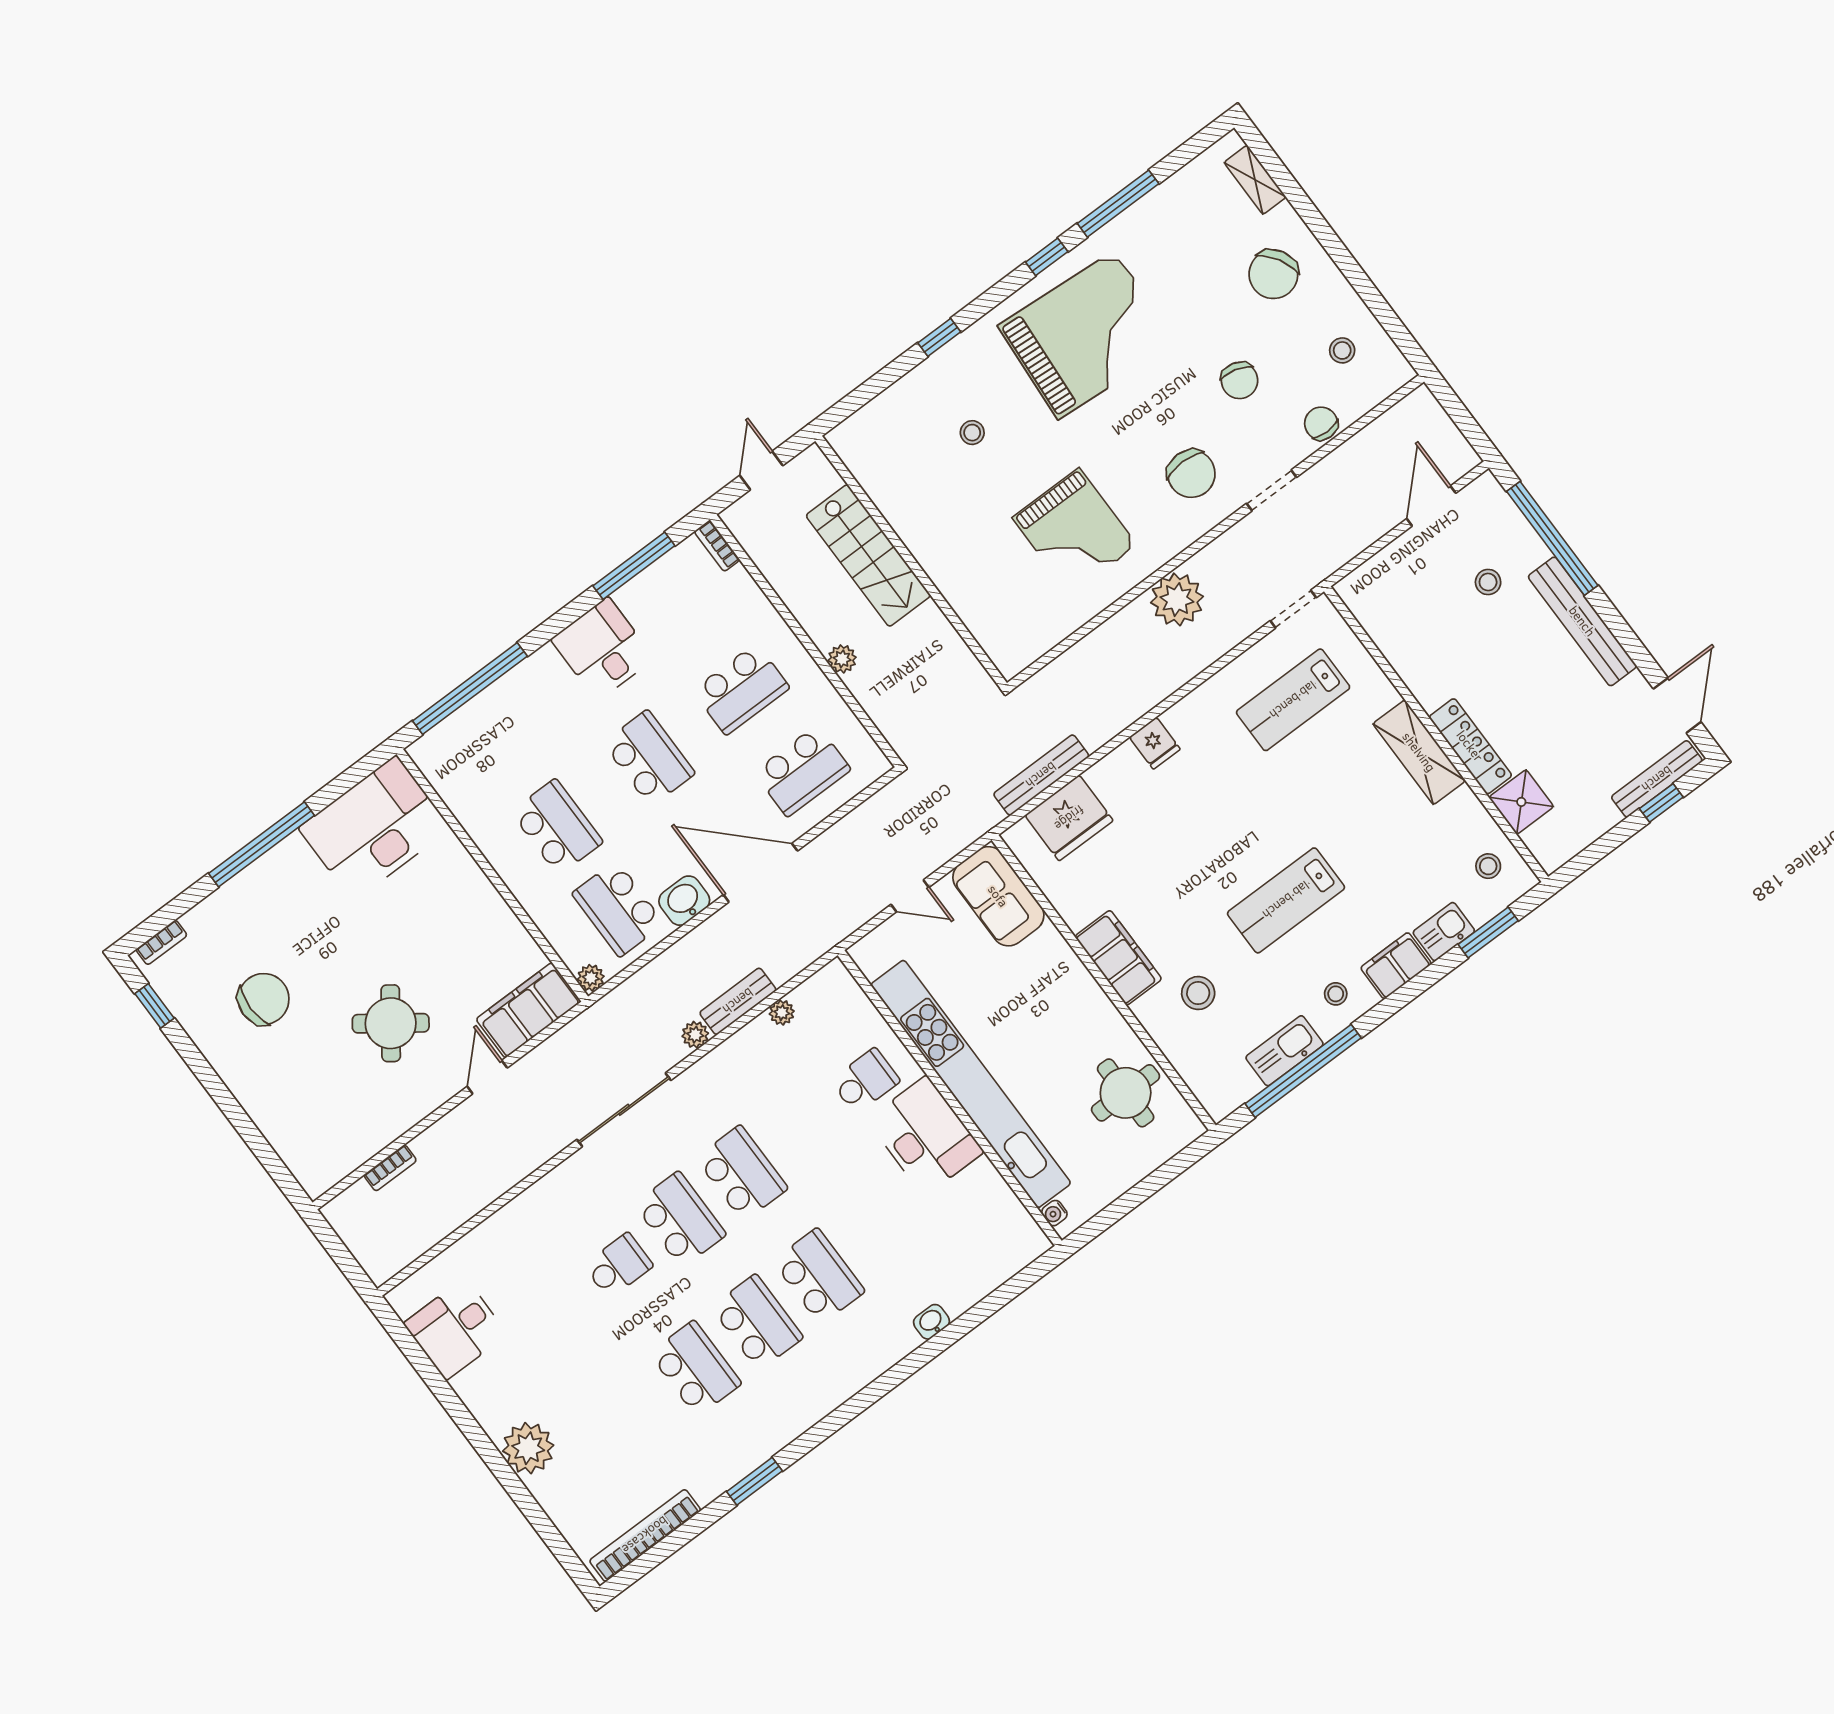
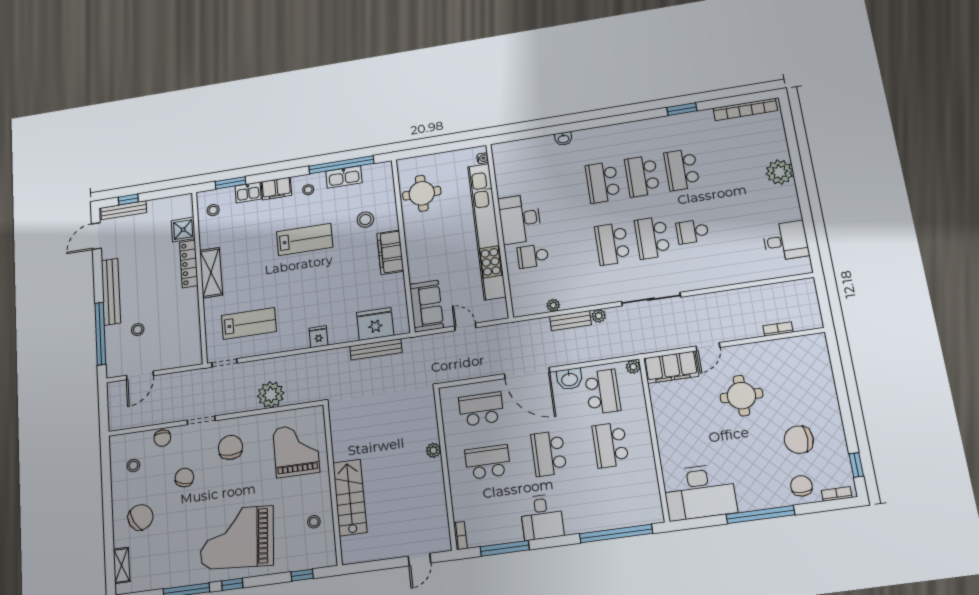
stairs: (868, 555) -> (350, 498), moved
wall: (911, 562) -> (333, 484), moved
chair: (222, 926) -> (801, 486), added
round table: (391, 1023) -> (741, 396), turned -36

